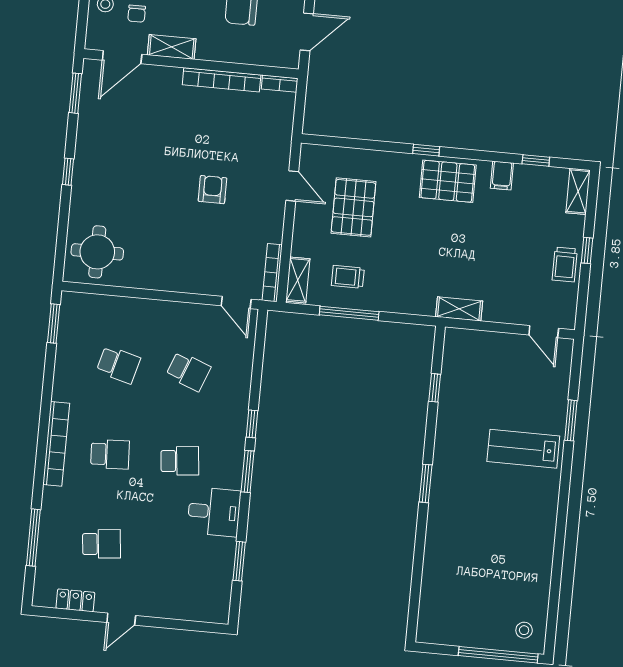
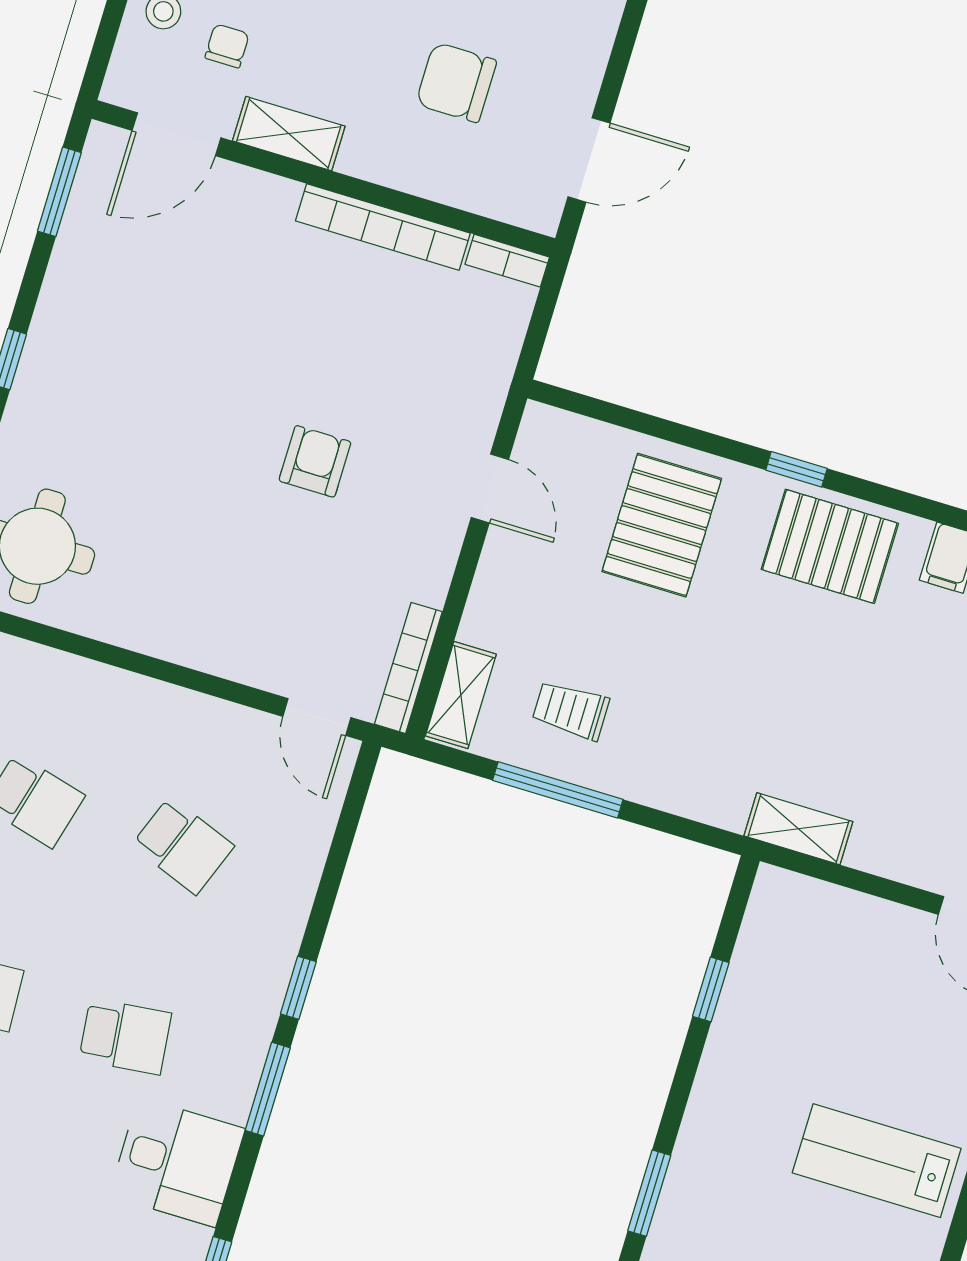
chair: (137, 14) -> (227, 46), turned 180
pallet: (353, 207) -> (662, 525), moved

